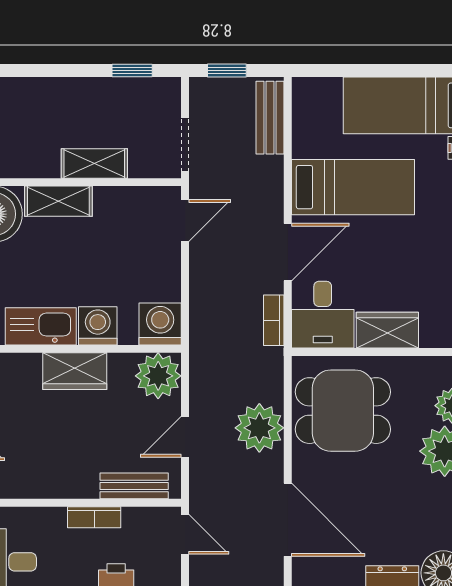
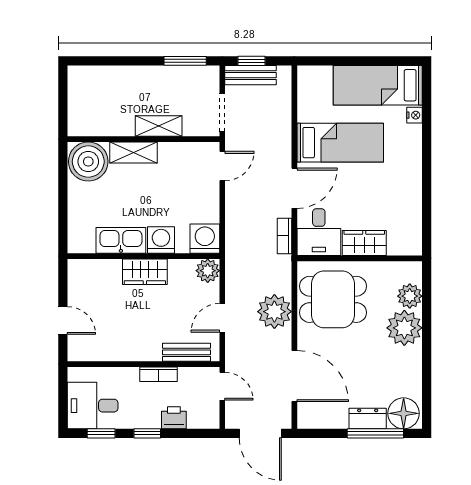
window: (132, 71) -> (185, 61), width x1.50
bench: (270, 118) -> (251, 75), moved, turned 90
plant: (158, 376) -> (208, 271), width x0.73, depth x0.73

